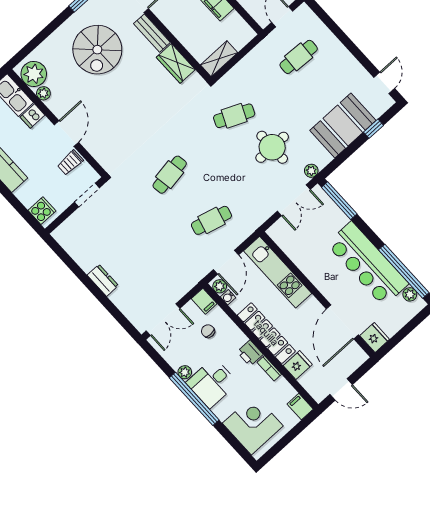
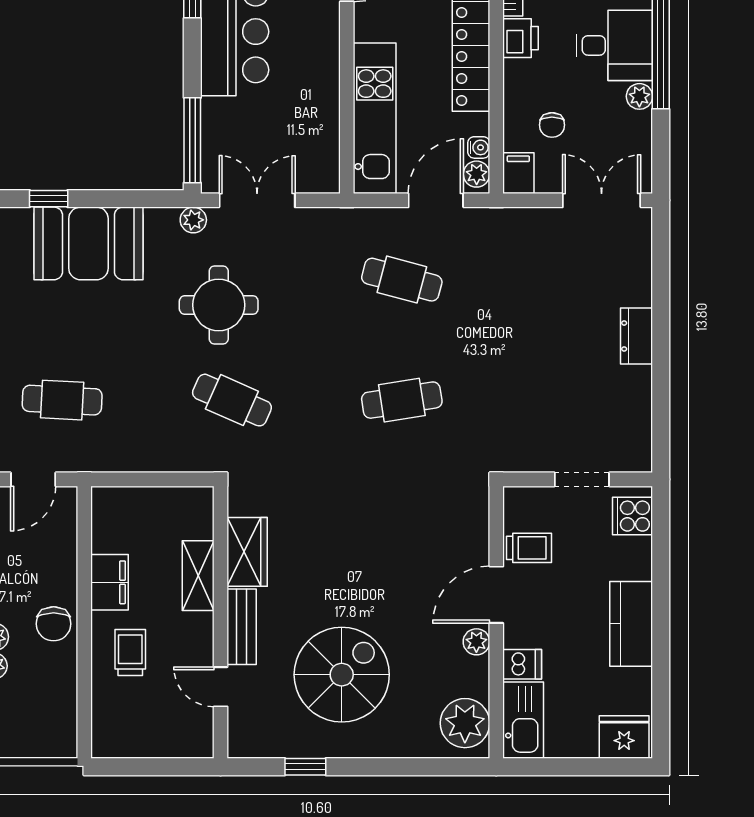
shelving: (219, 59) -> (198, 576), moved, turned 90
plant: (43, 93) -> (476, 642), moved
doorway: (87, 195) -> (582, 479), moved

